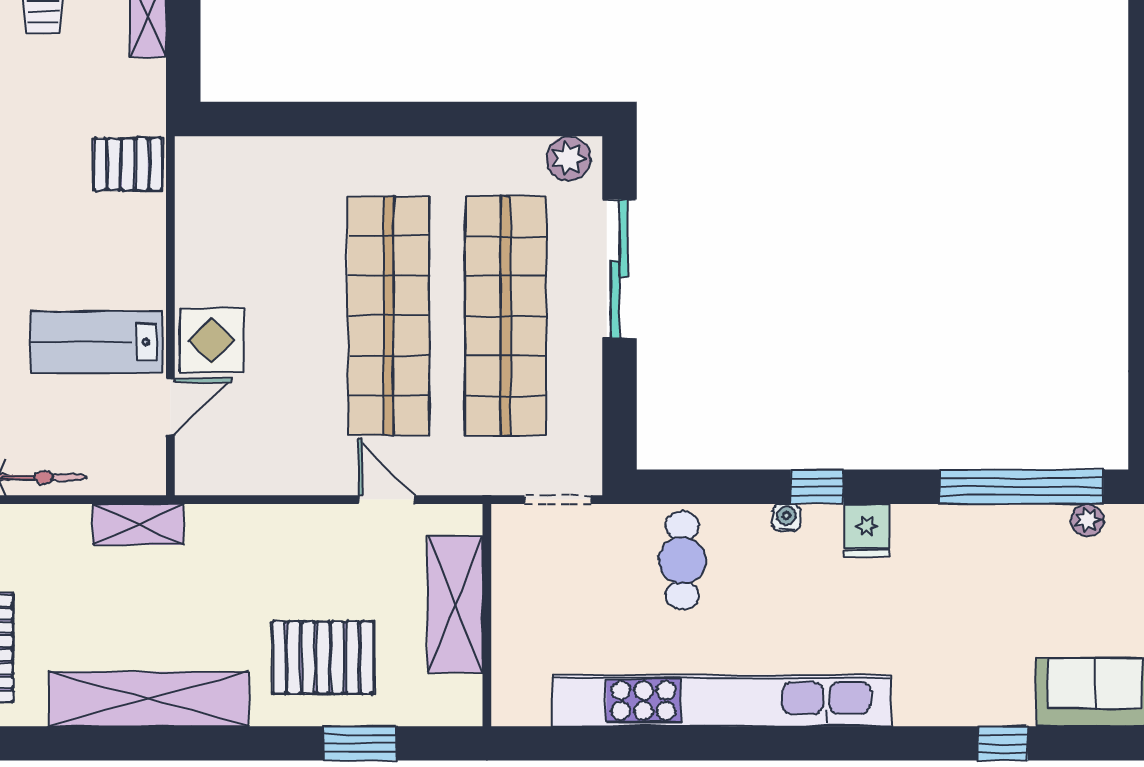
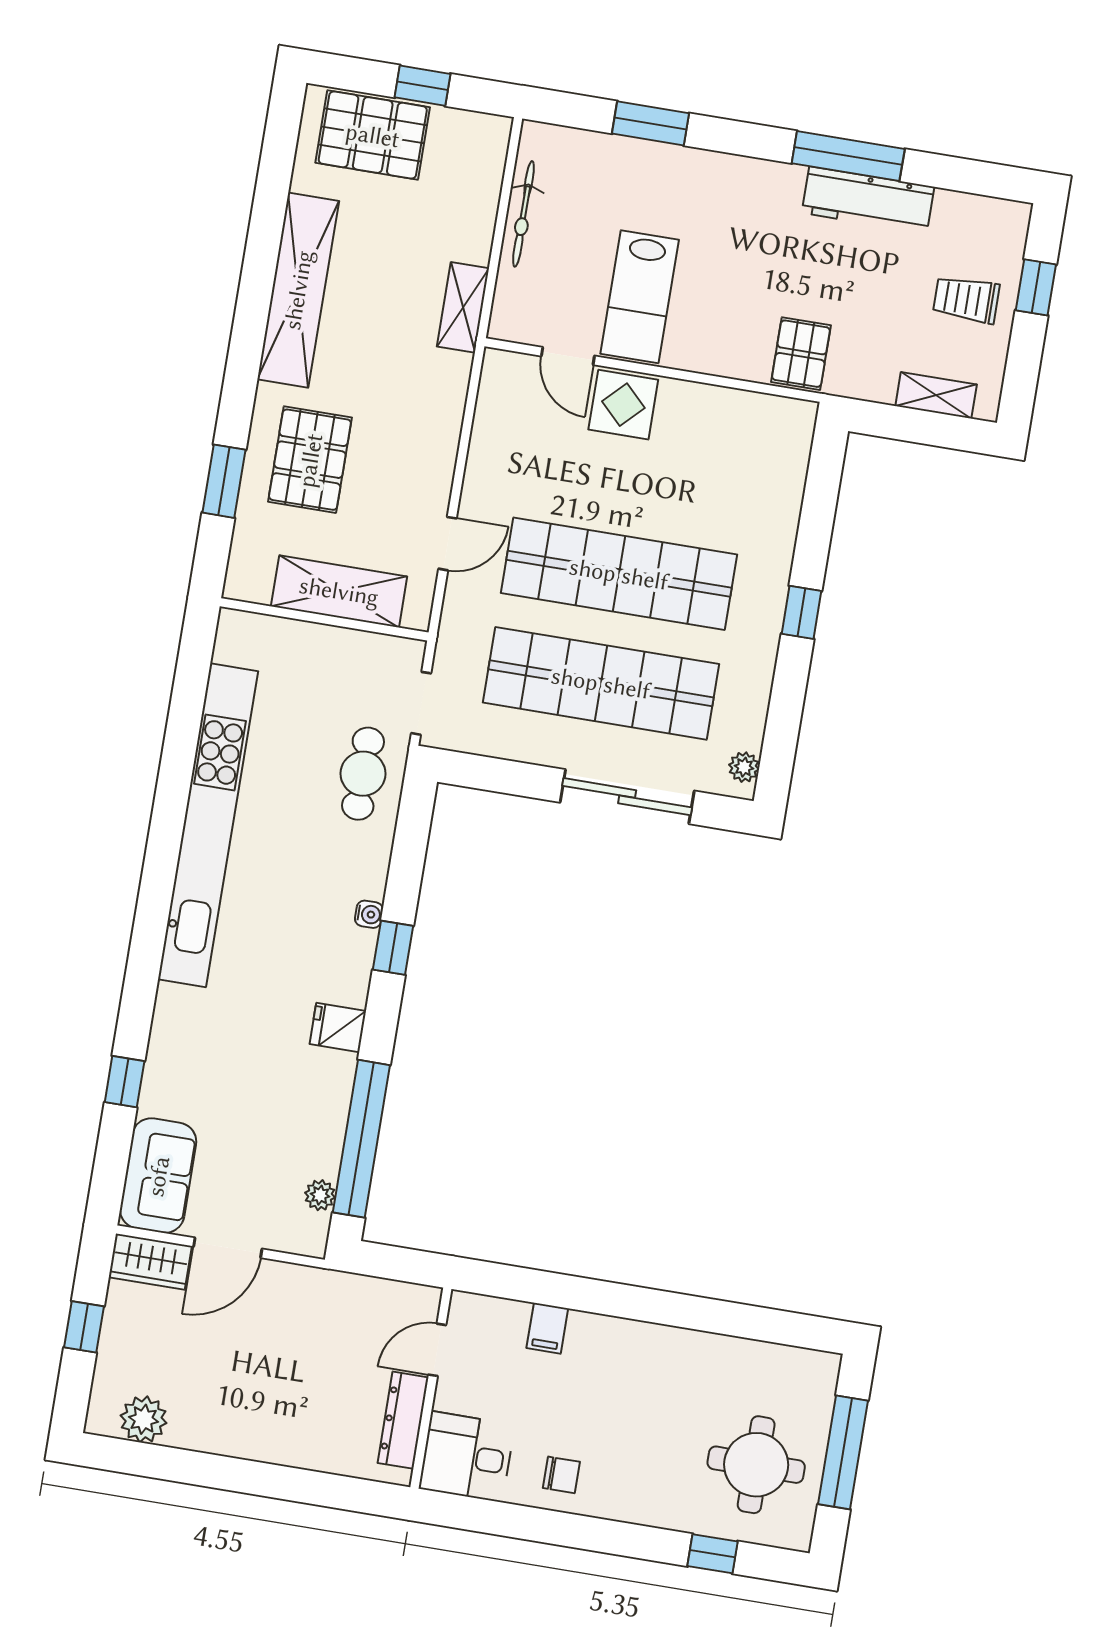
window: (397, 119) -> (801, 612), added
plant: (568, 158) -> (744, 767), width x0.73, depth x0.73
lab bench: (96, 342) -> (640, 297), turned 180
fridge: (867, 530) -> (338, 1028), moved
cafe table: (682, 561) -> (363, 774), moved, turned 90

